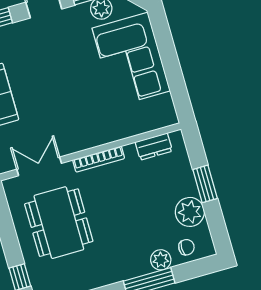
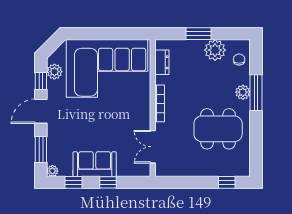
corner sofa: (131, 60) -> (107, 68), width x1.36, depth x1.36
dining table: (59, 223) -> (218, 129), moved
plant: (161, 260) -> (243, 92), moved

